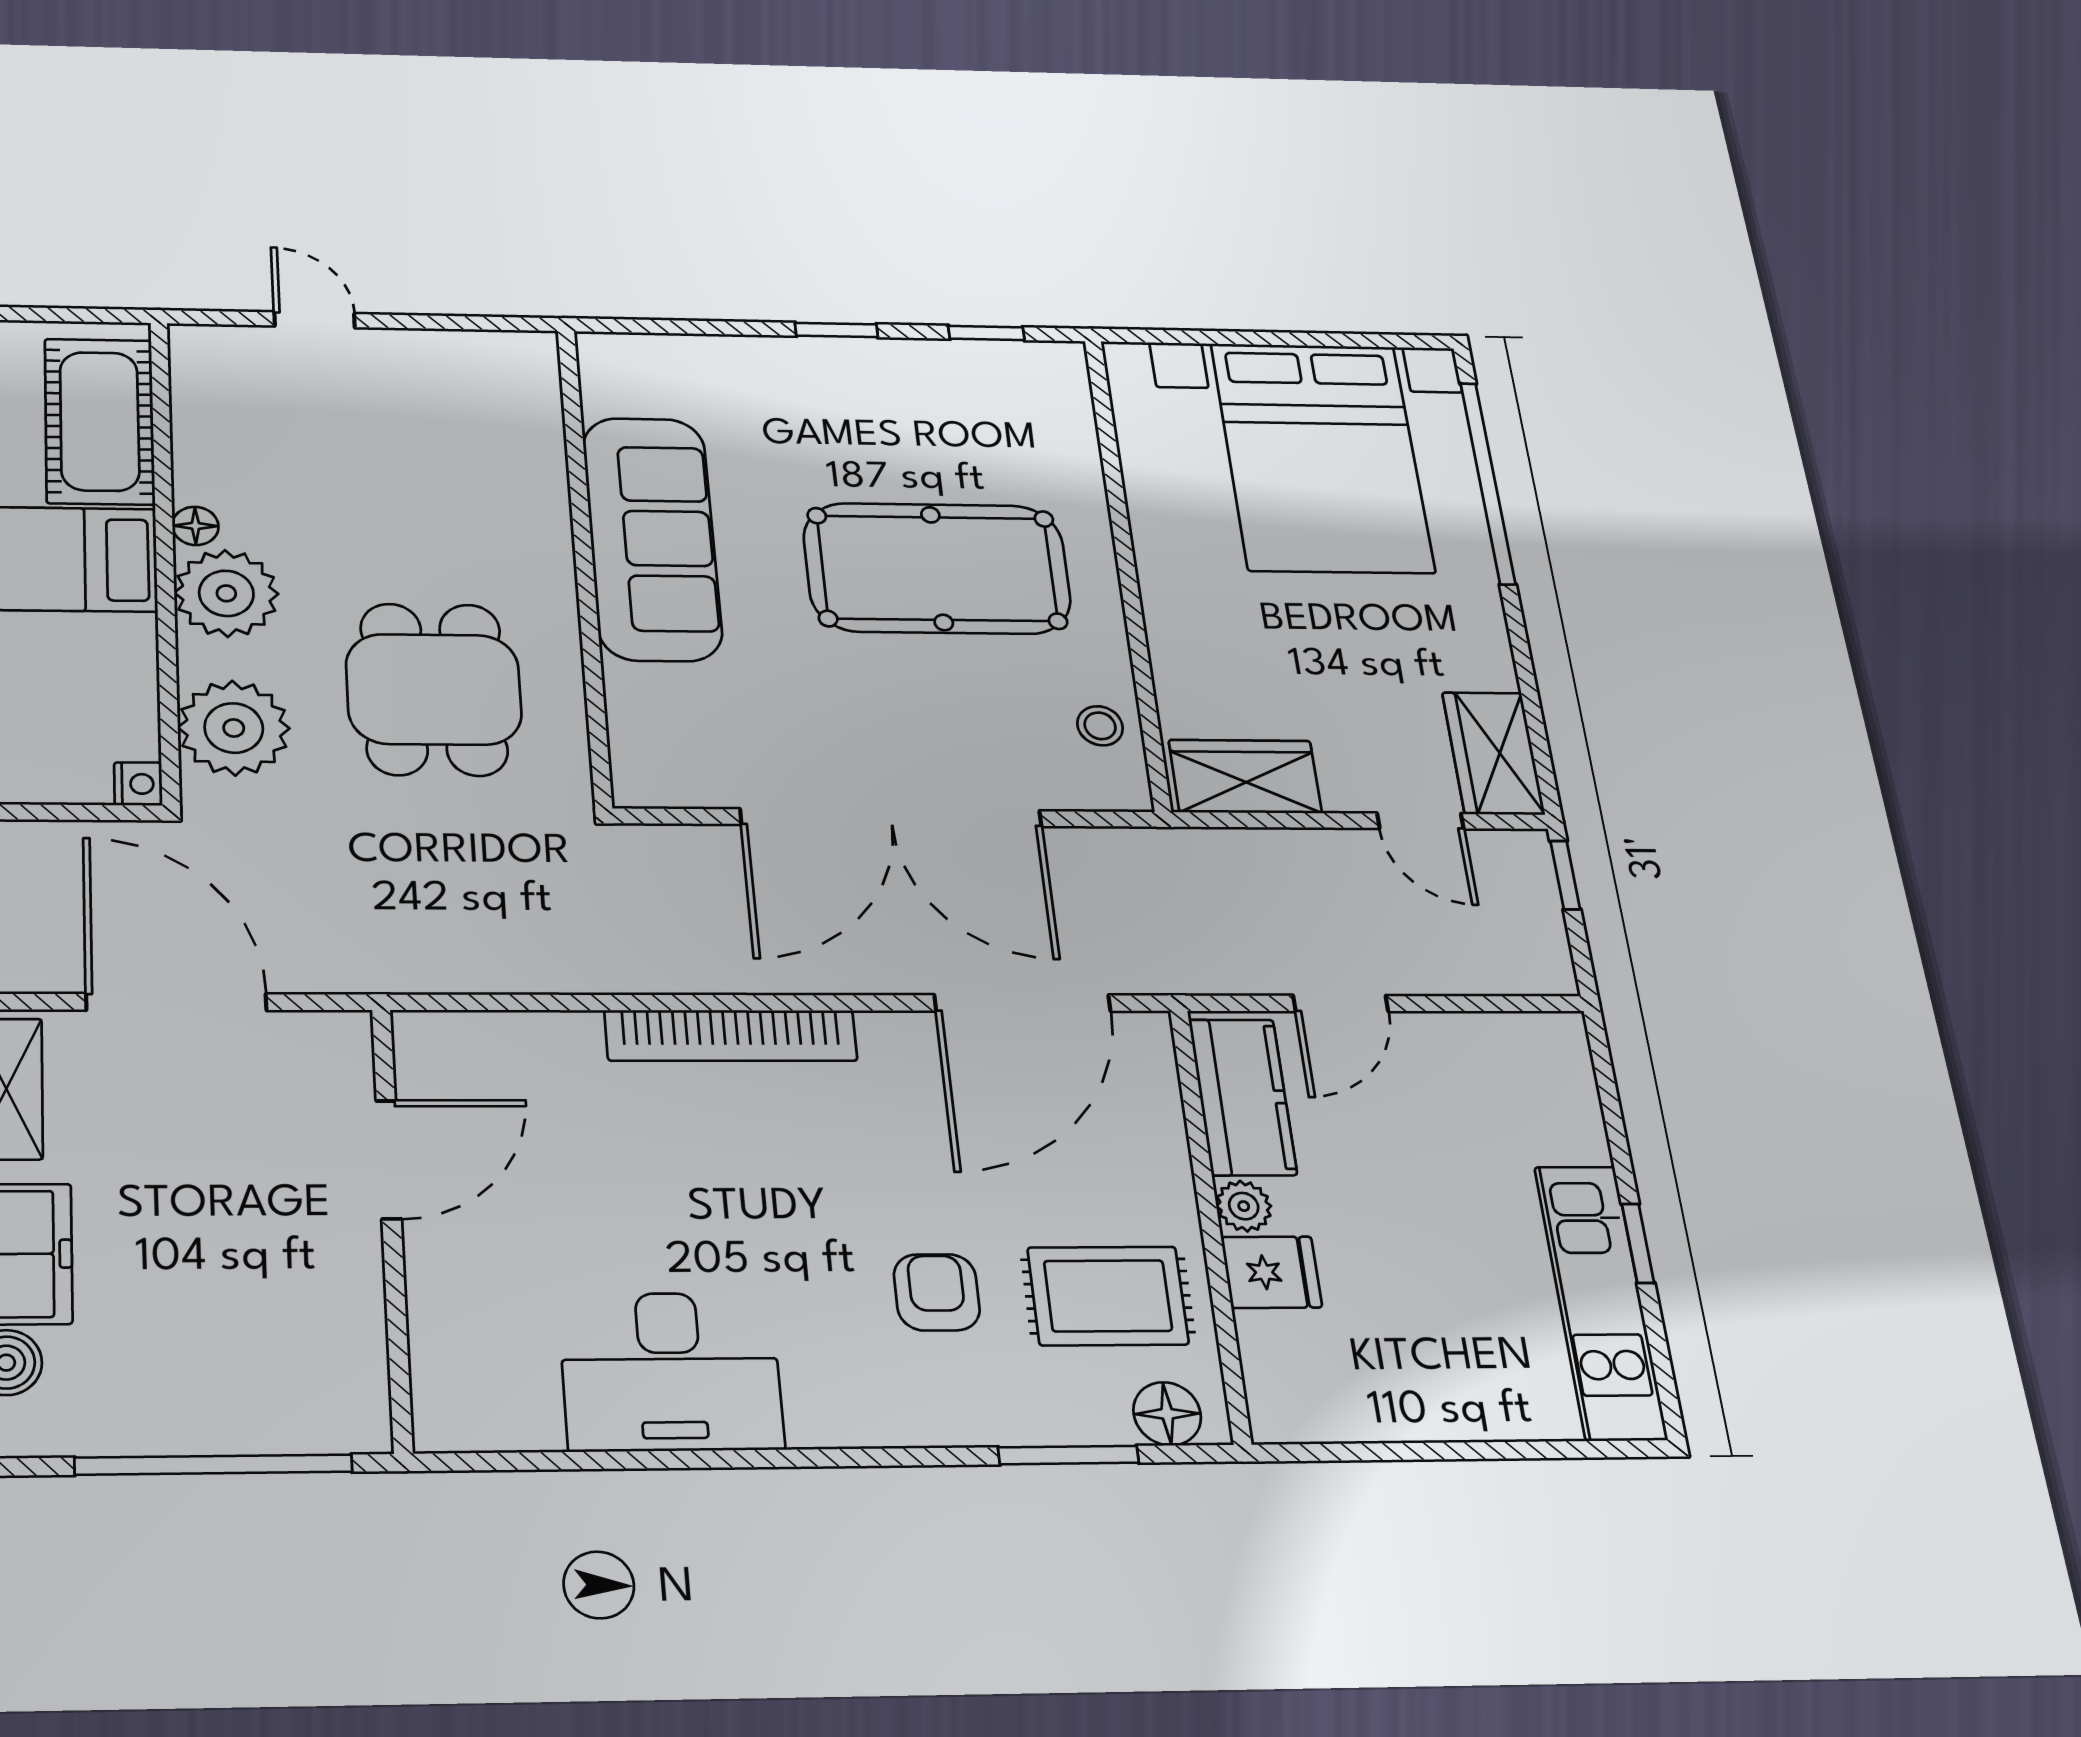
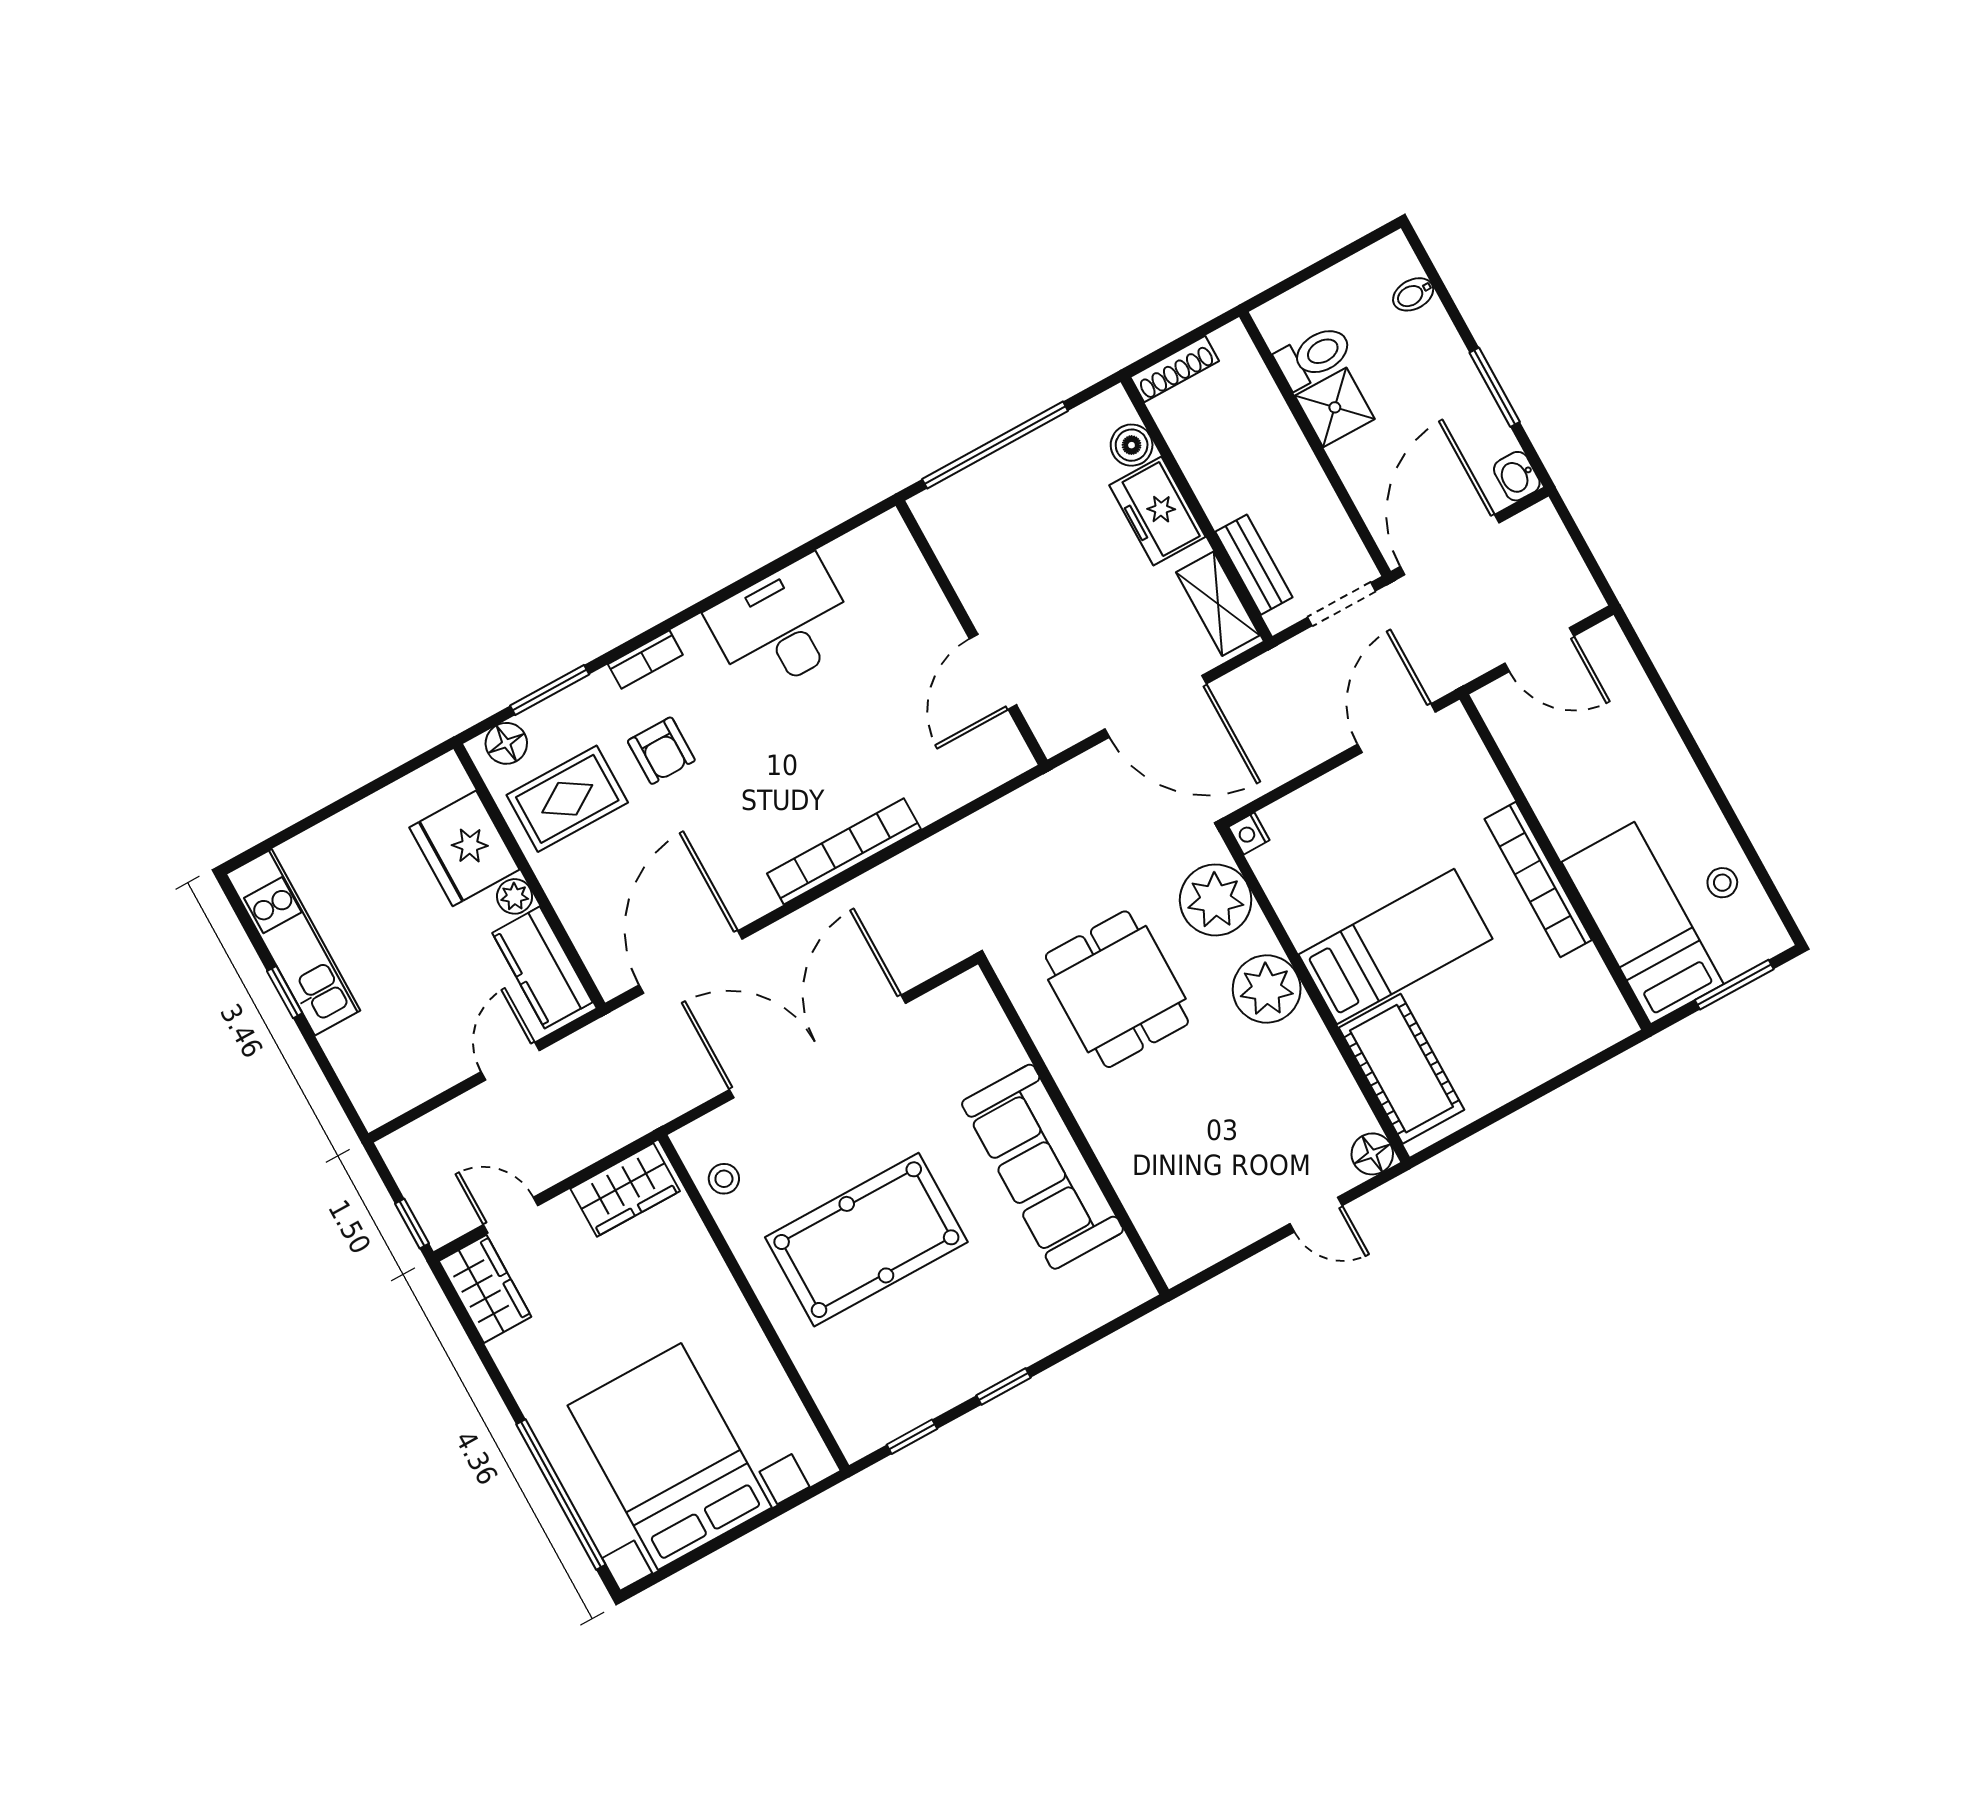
floor lamp: (195, 526) -> (1372, 1154), moved, width x1.37, depth x1.37
fridge: (1271, 1272) -> (464, 848), width x1.88, depth x1.34
bookcase: (903, 1427) -> (645, 660), added

